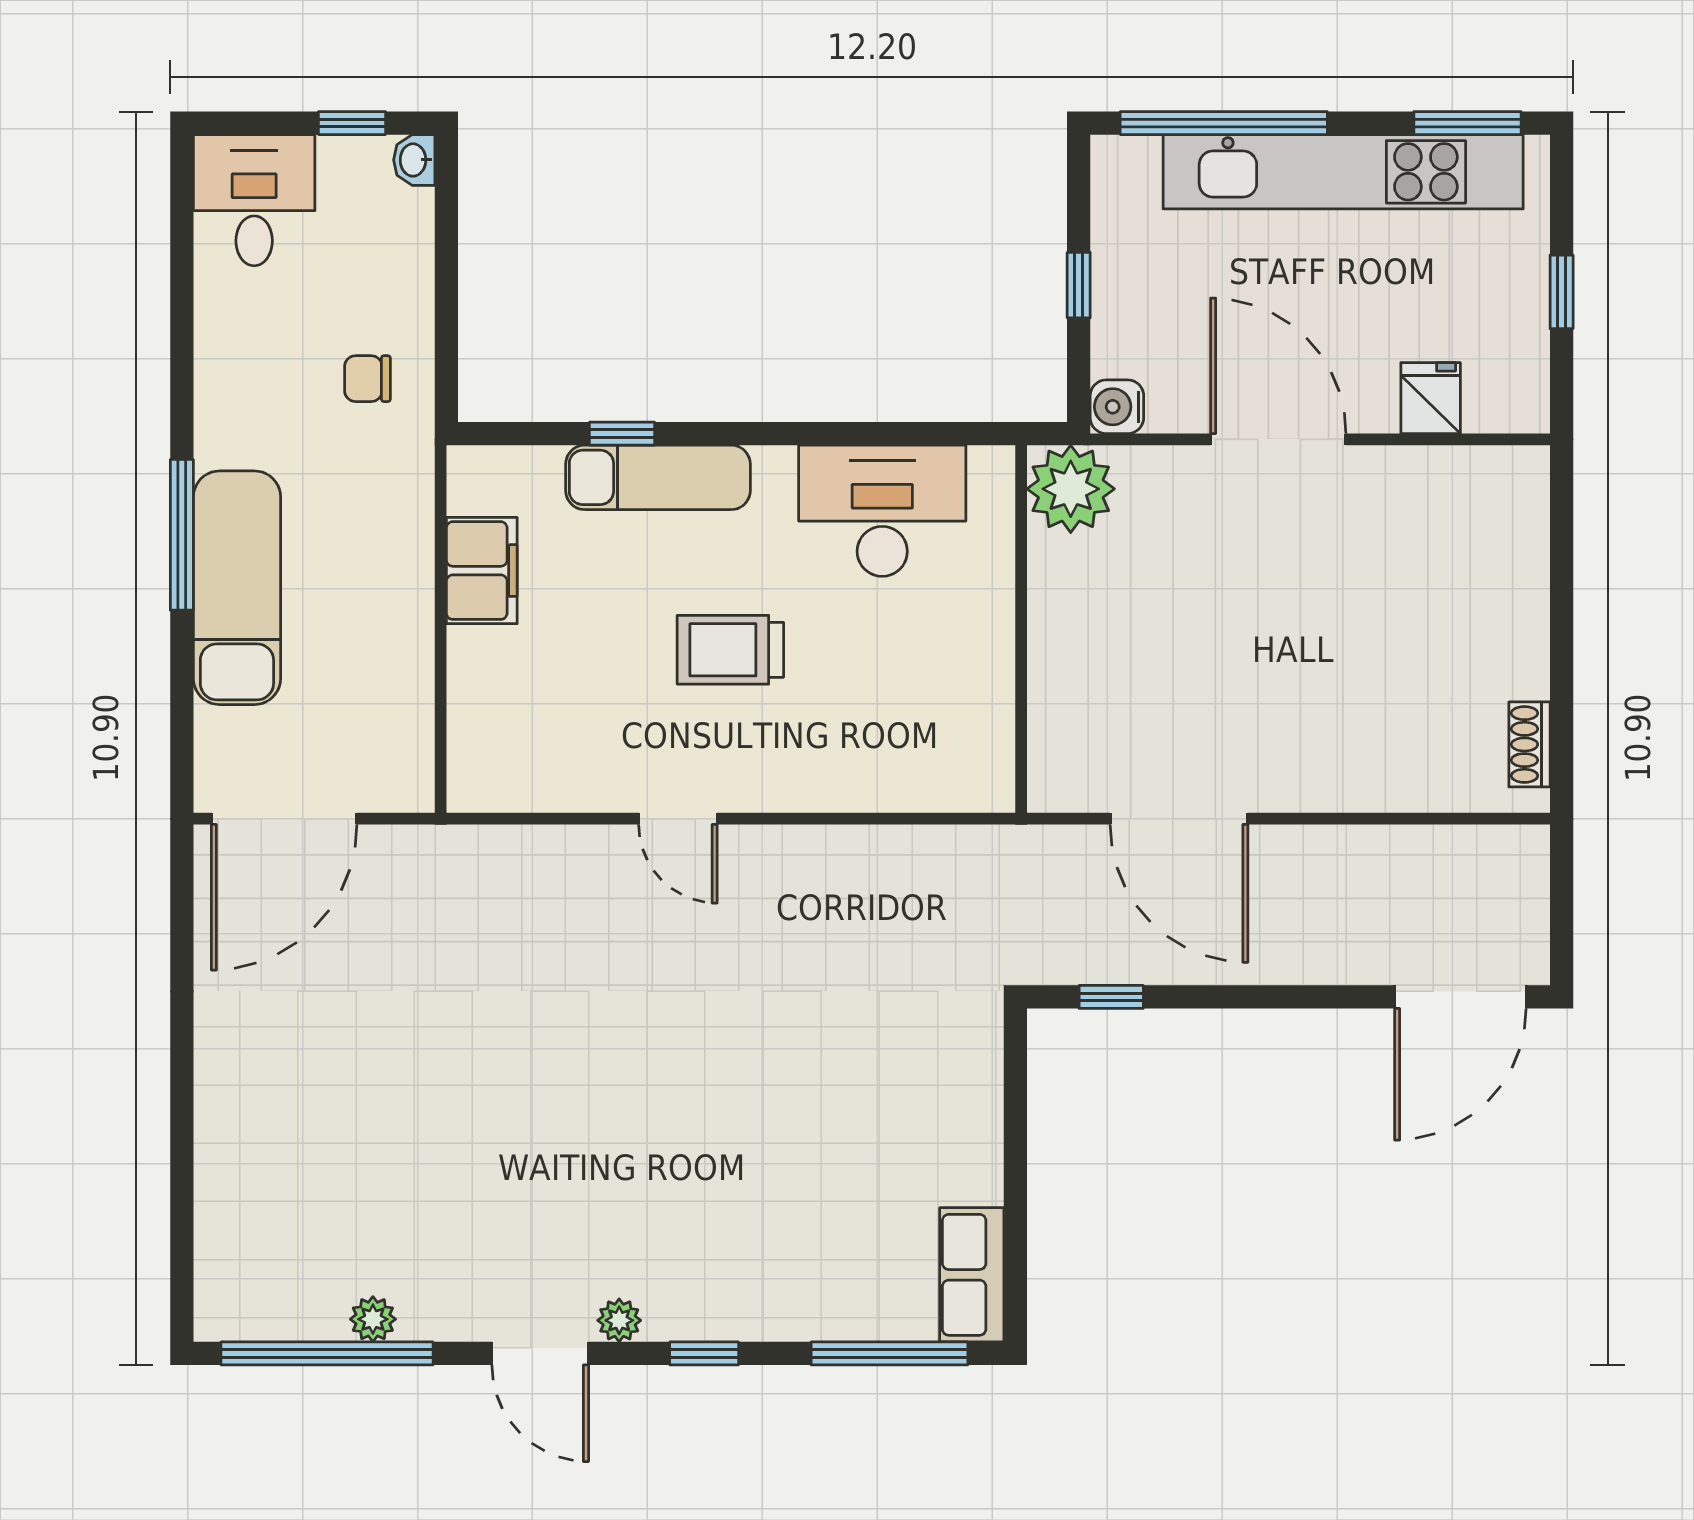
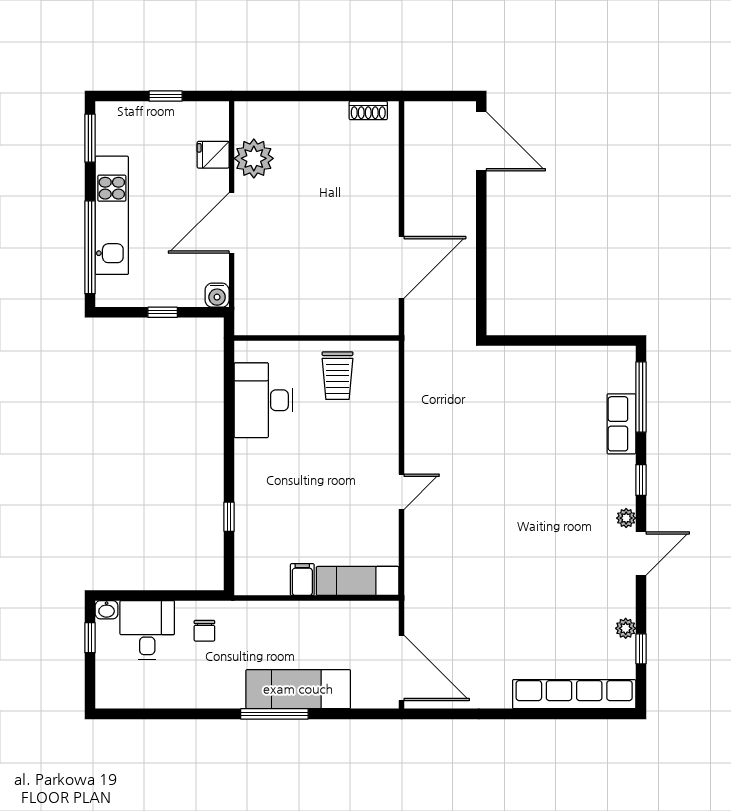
kitchen unit: (1343, 172) -> (112, 215), width x0.73
desk: (254, 200) -> (147, 630), moved, turned 90
exam couch: (658, 477) -> (358, 581), moved, turned -90
plant: (1071, 489) -> (254, 158), moved
filing cabinet: (482, 571) -> (302, 580), width x0.50
trolley: (730, 650) -> (338, 376), moved
window: (1111, 997) -> (481, 298), removed
row of seats: (226, 1204) -> (574, 694), added
row of seats: (972, 1275) -> (621, 424), moved, turned 90
window: (327, 1353) -> (641, 649), width x0.32

